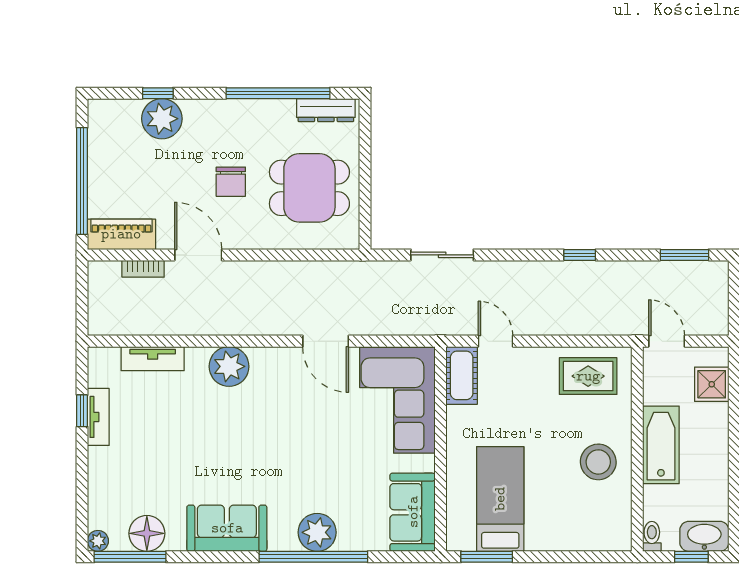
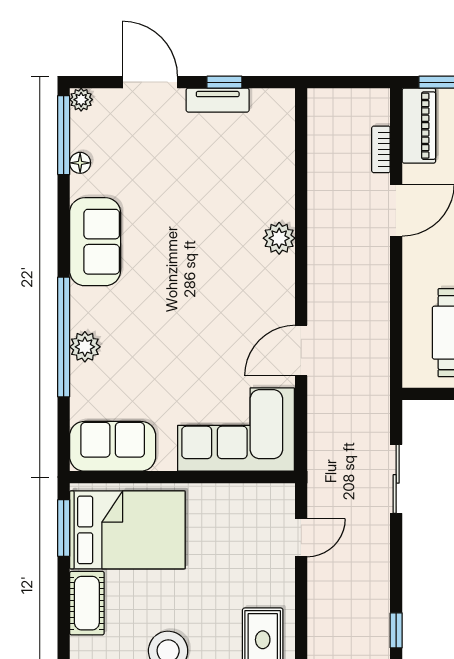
tv unit: (153, 359) -> (282, 160), removed
plant: (229, 366) -> (279, 238), width x0.73, depth x0.73
cot: (462, 375) -> (87, 603), moved, turned 90
door: (82, 478) -> (150, 82), added
bed: (500, 499) -> (127, 530), width x1.50
plant: (317, 532) -> (85, 347), width x0.73, depth x0.73
floor lamp: (147, 533) -> (80, 163), width x0.53, depth x0.53

